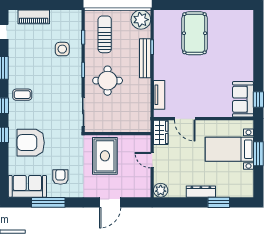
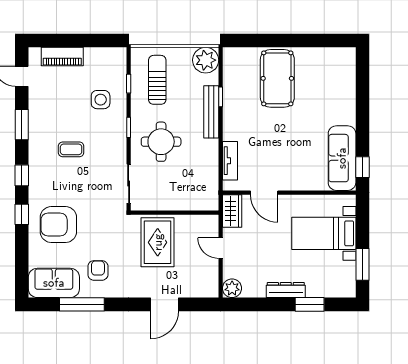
coffee table: (22, 95) -> (71, 149), moved
sofa: (243, 99) -> (342, 158), width x1.36
window: (258, 154) -> (363, 264), moved

